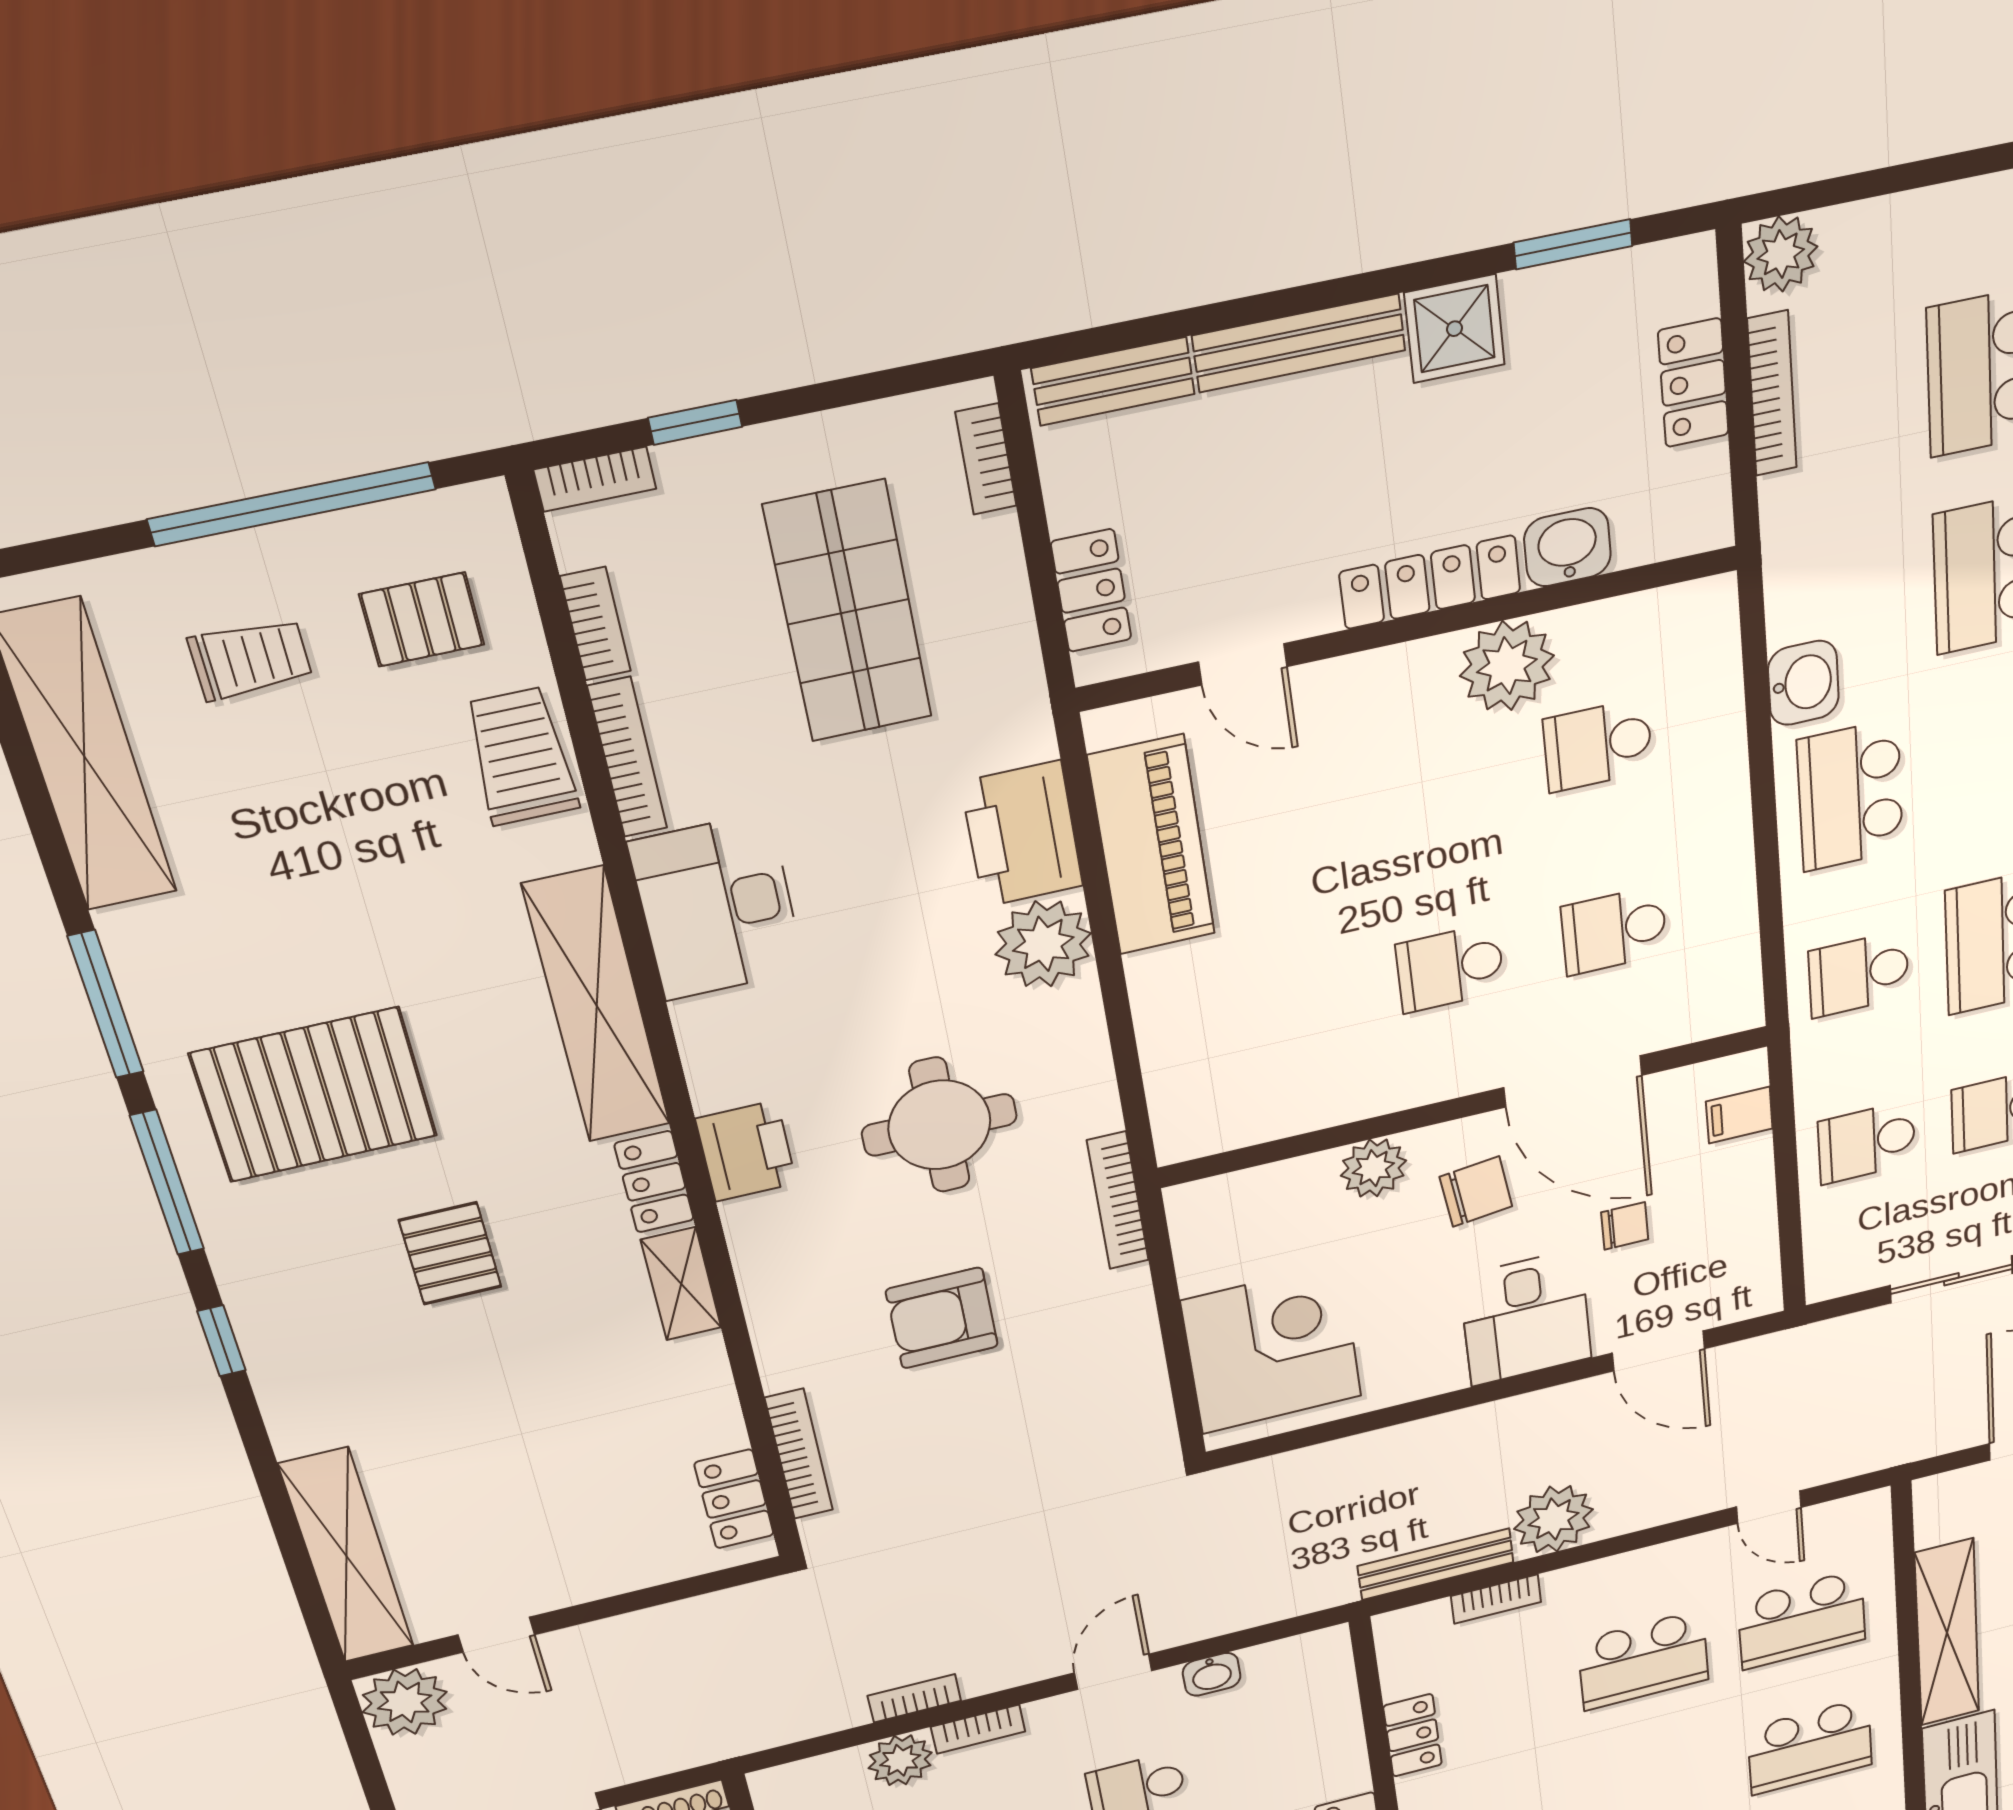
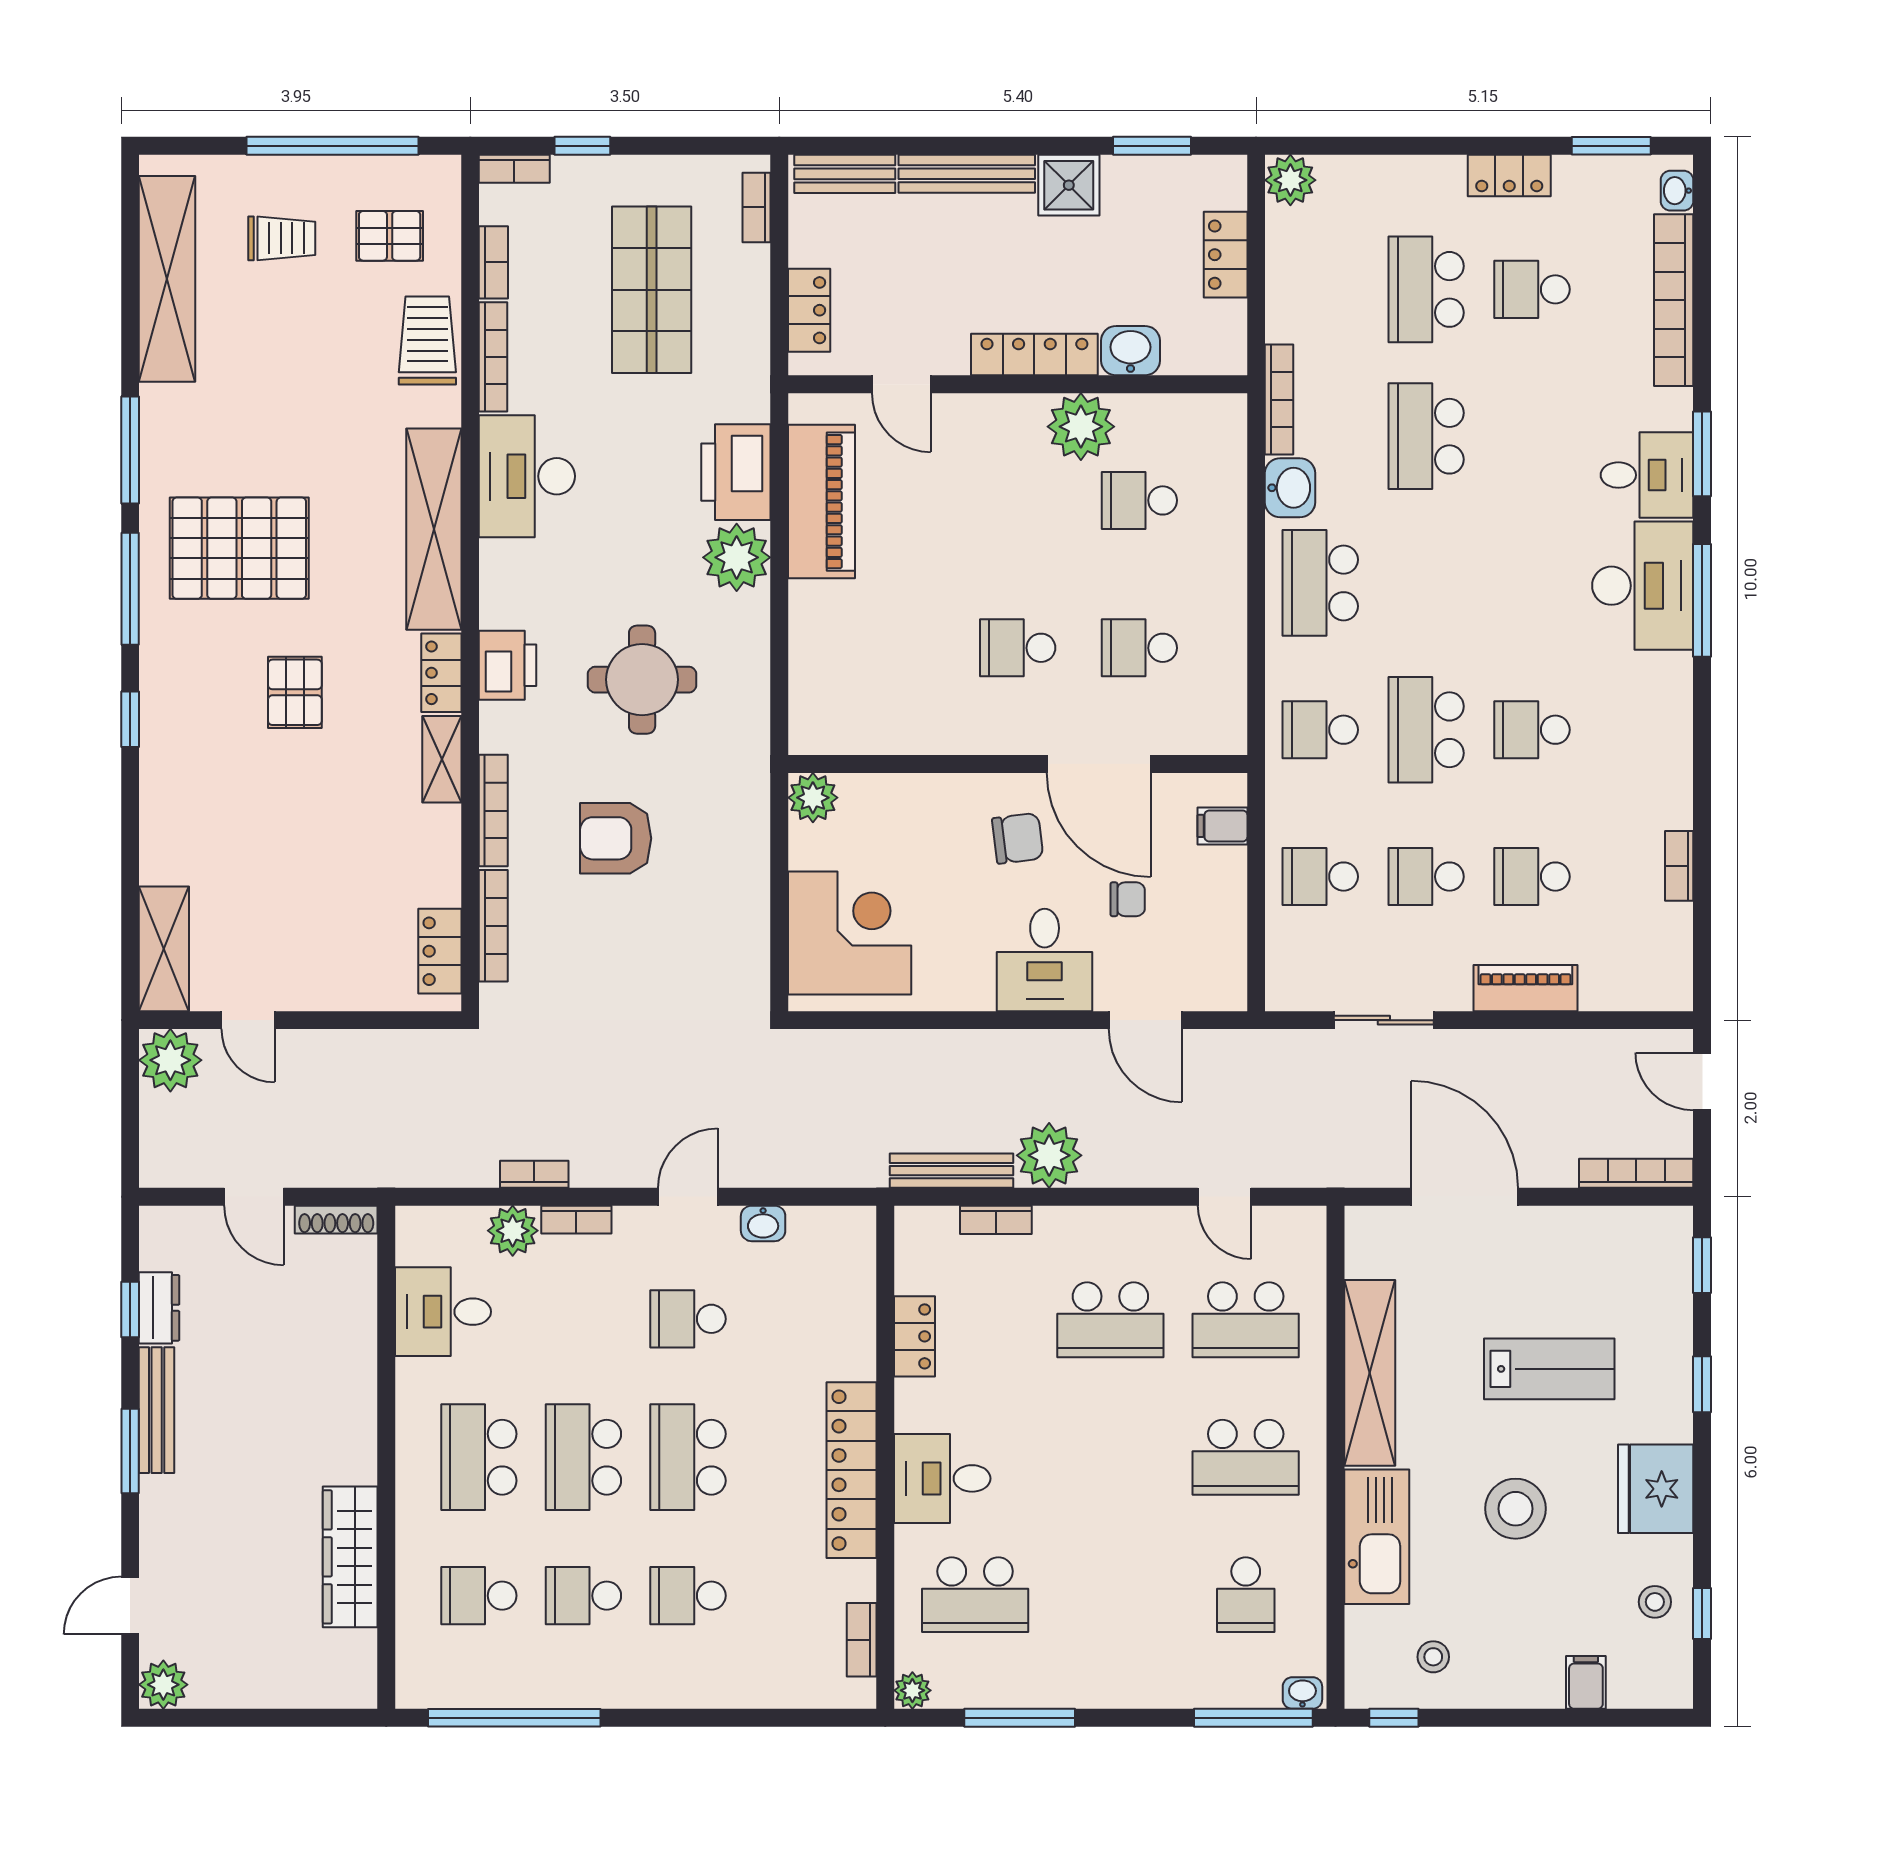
bookcase: (1772, 394) -> (1279, 400), moved
plant: (1373, 1168) -> (813, 798), moved
bookcase: (1118, 1201) -> (493, 811), moved, turned 180
shelving: (347, 1556) -> (164, 949), width x0.68

